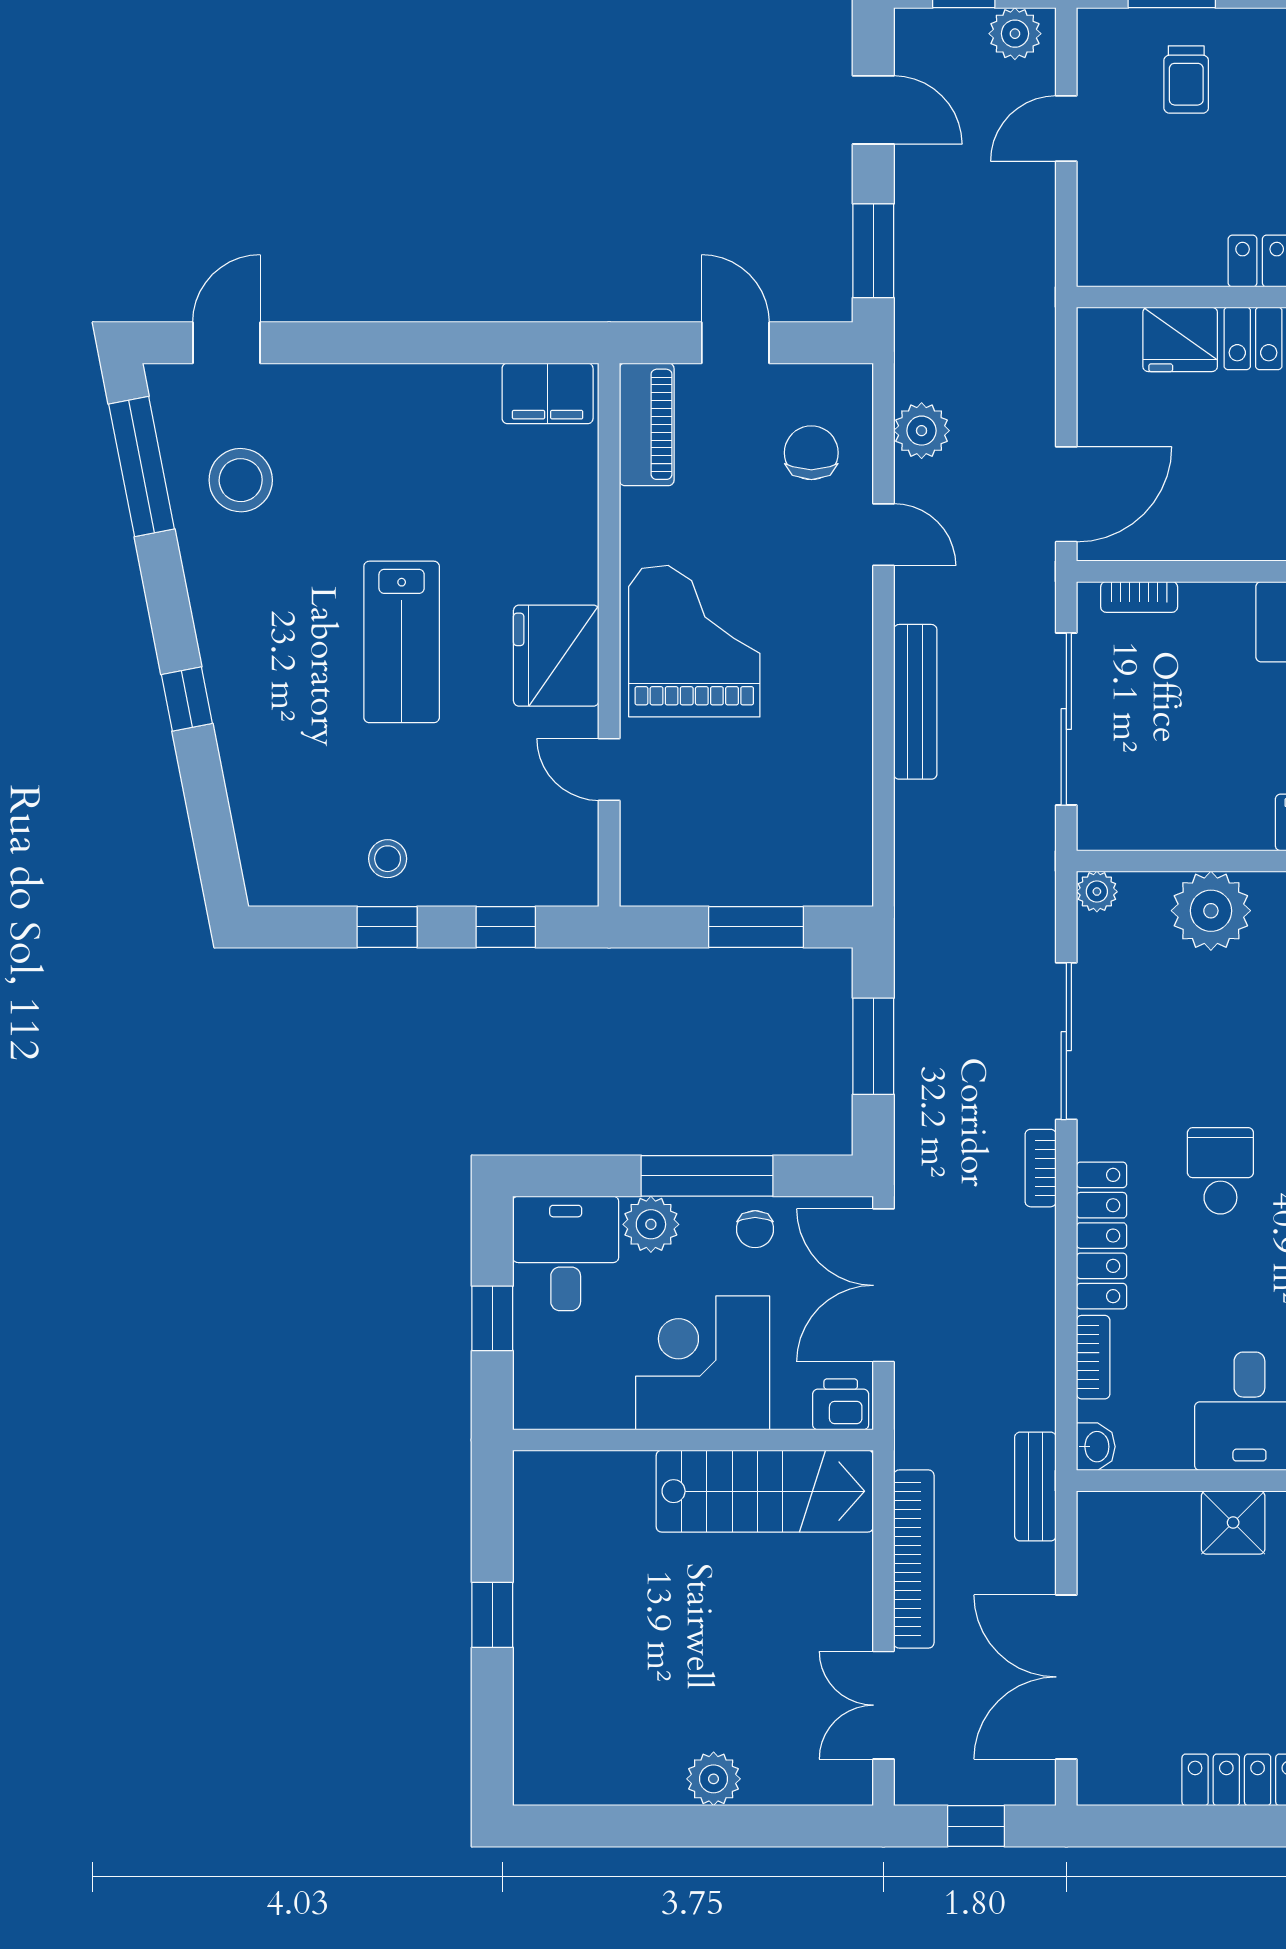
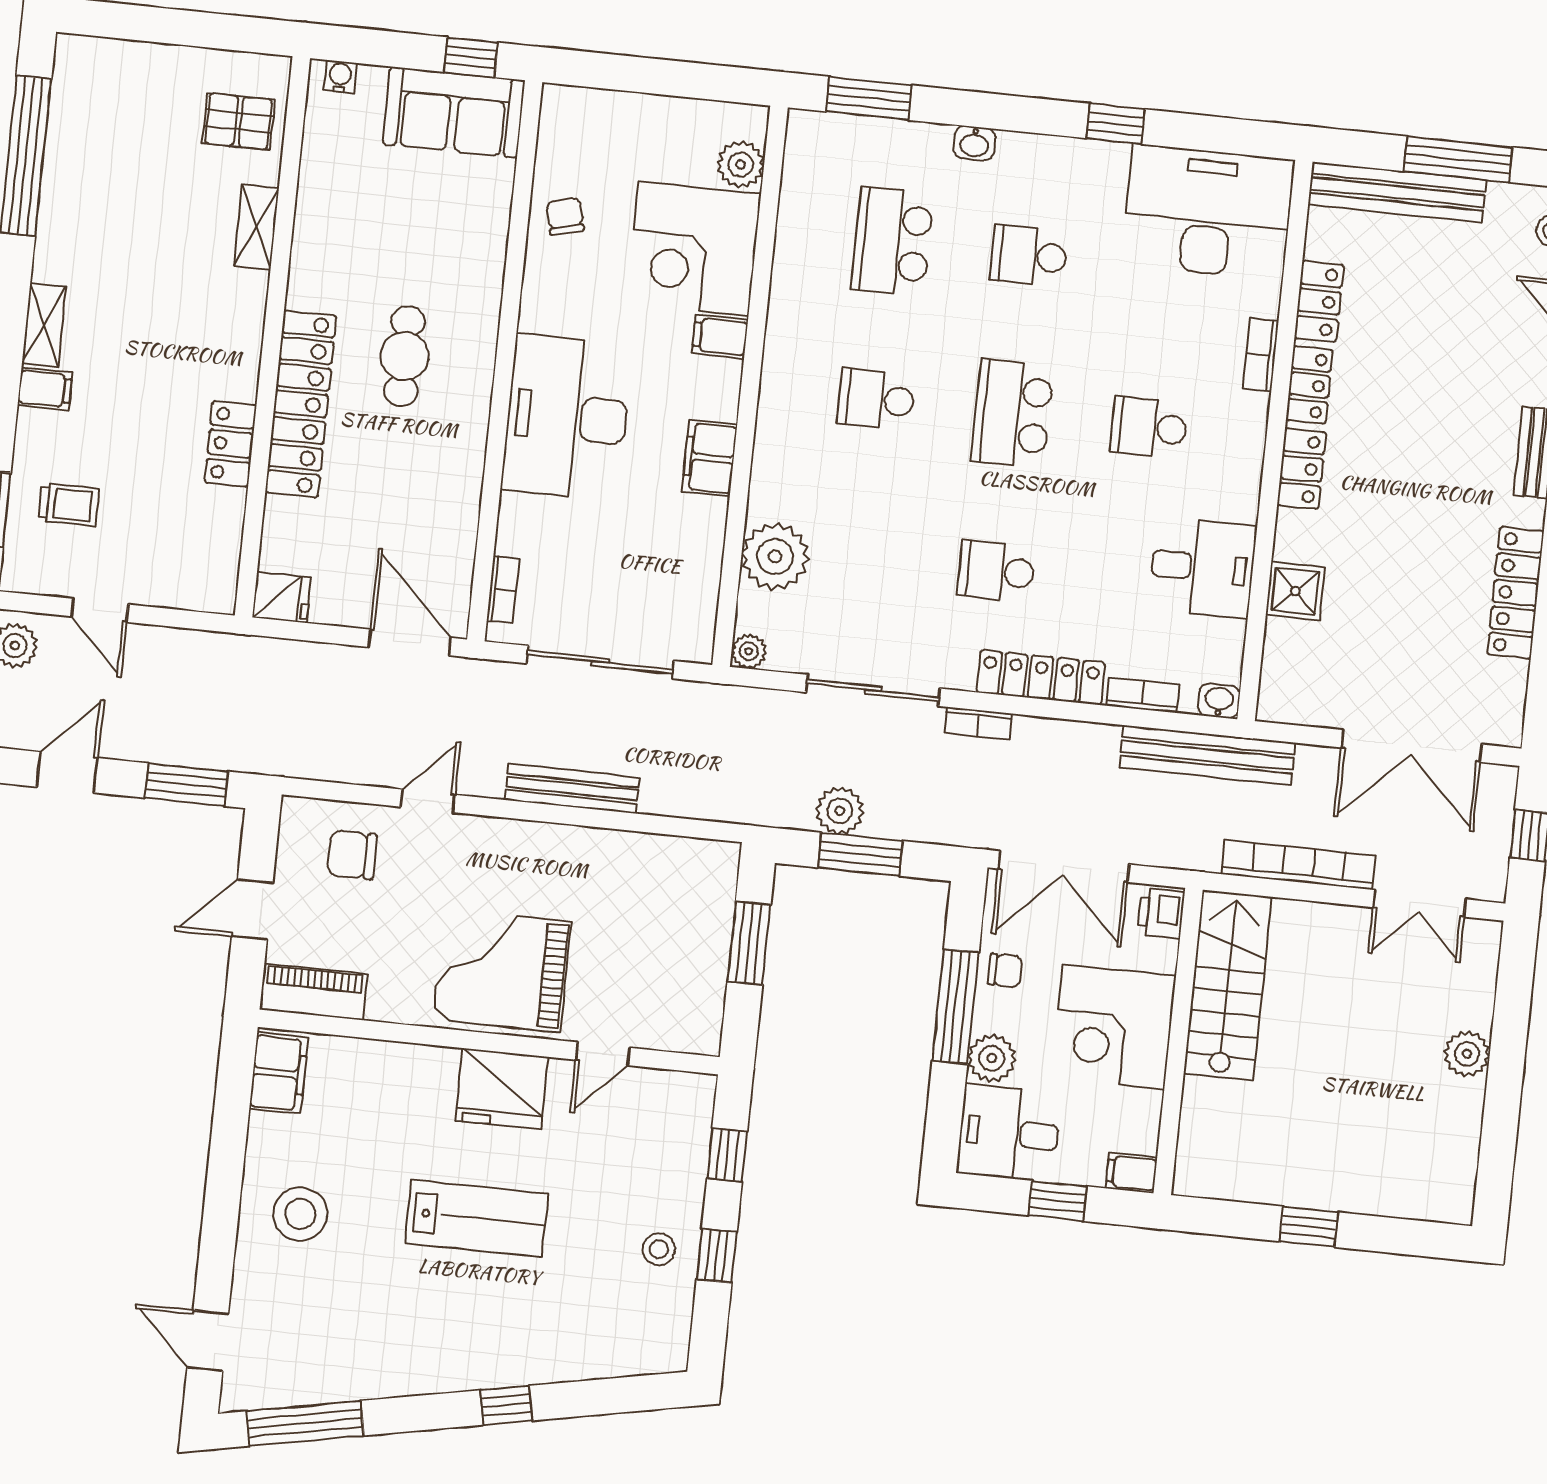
fridge: (1180, 339) -> (282, 597), moved, width x0.72
plant: (922, 431) -> (840, 811), moved
stool: (241, 480) -> (300, 1214), moved
filing cabinet: (534, 1401) -> (1131, 1173), added
bench: (1035, 1487) -> (1207, 755), width x1.86, depth x1.21

